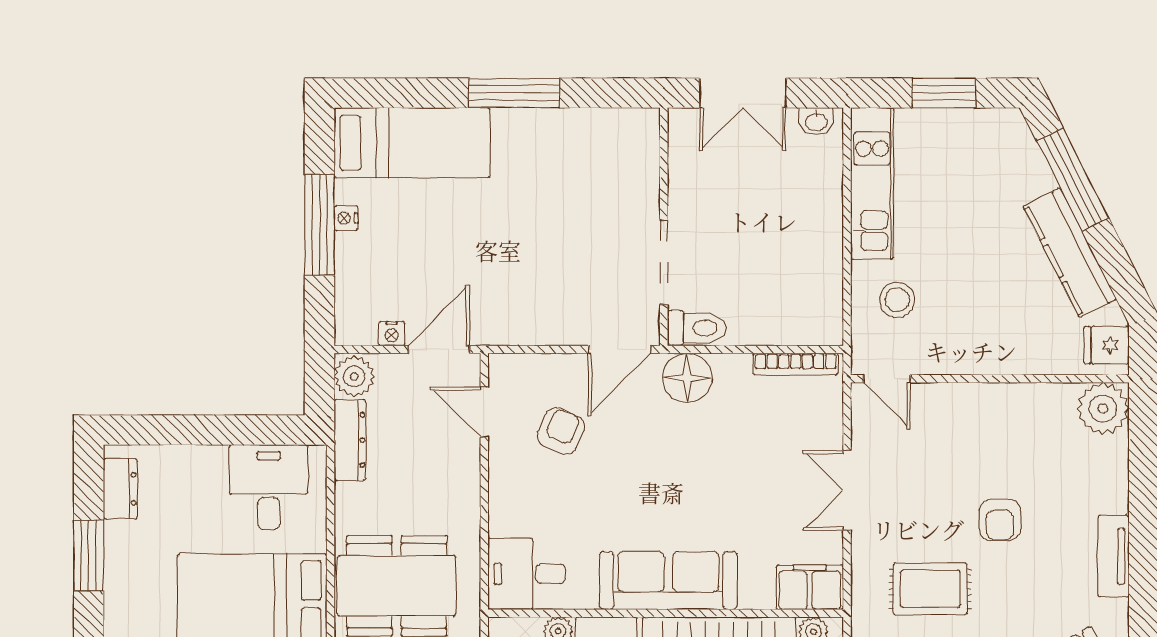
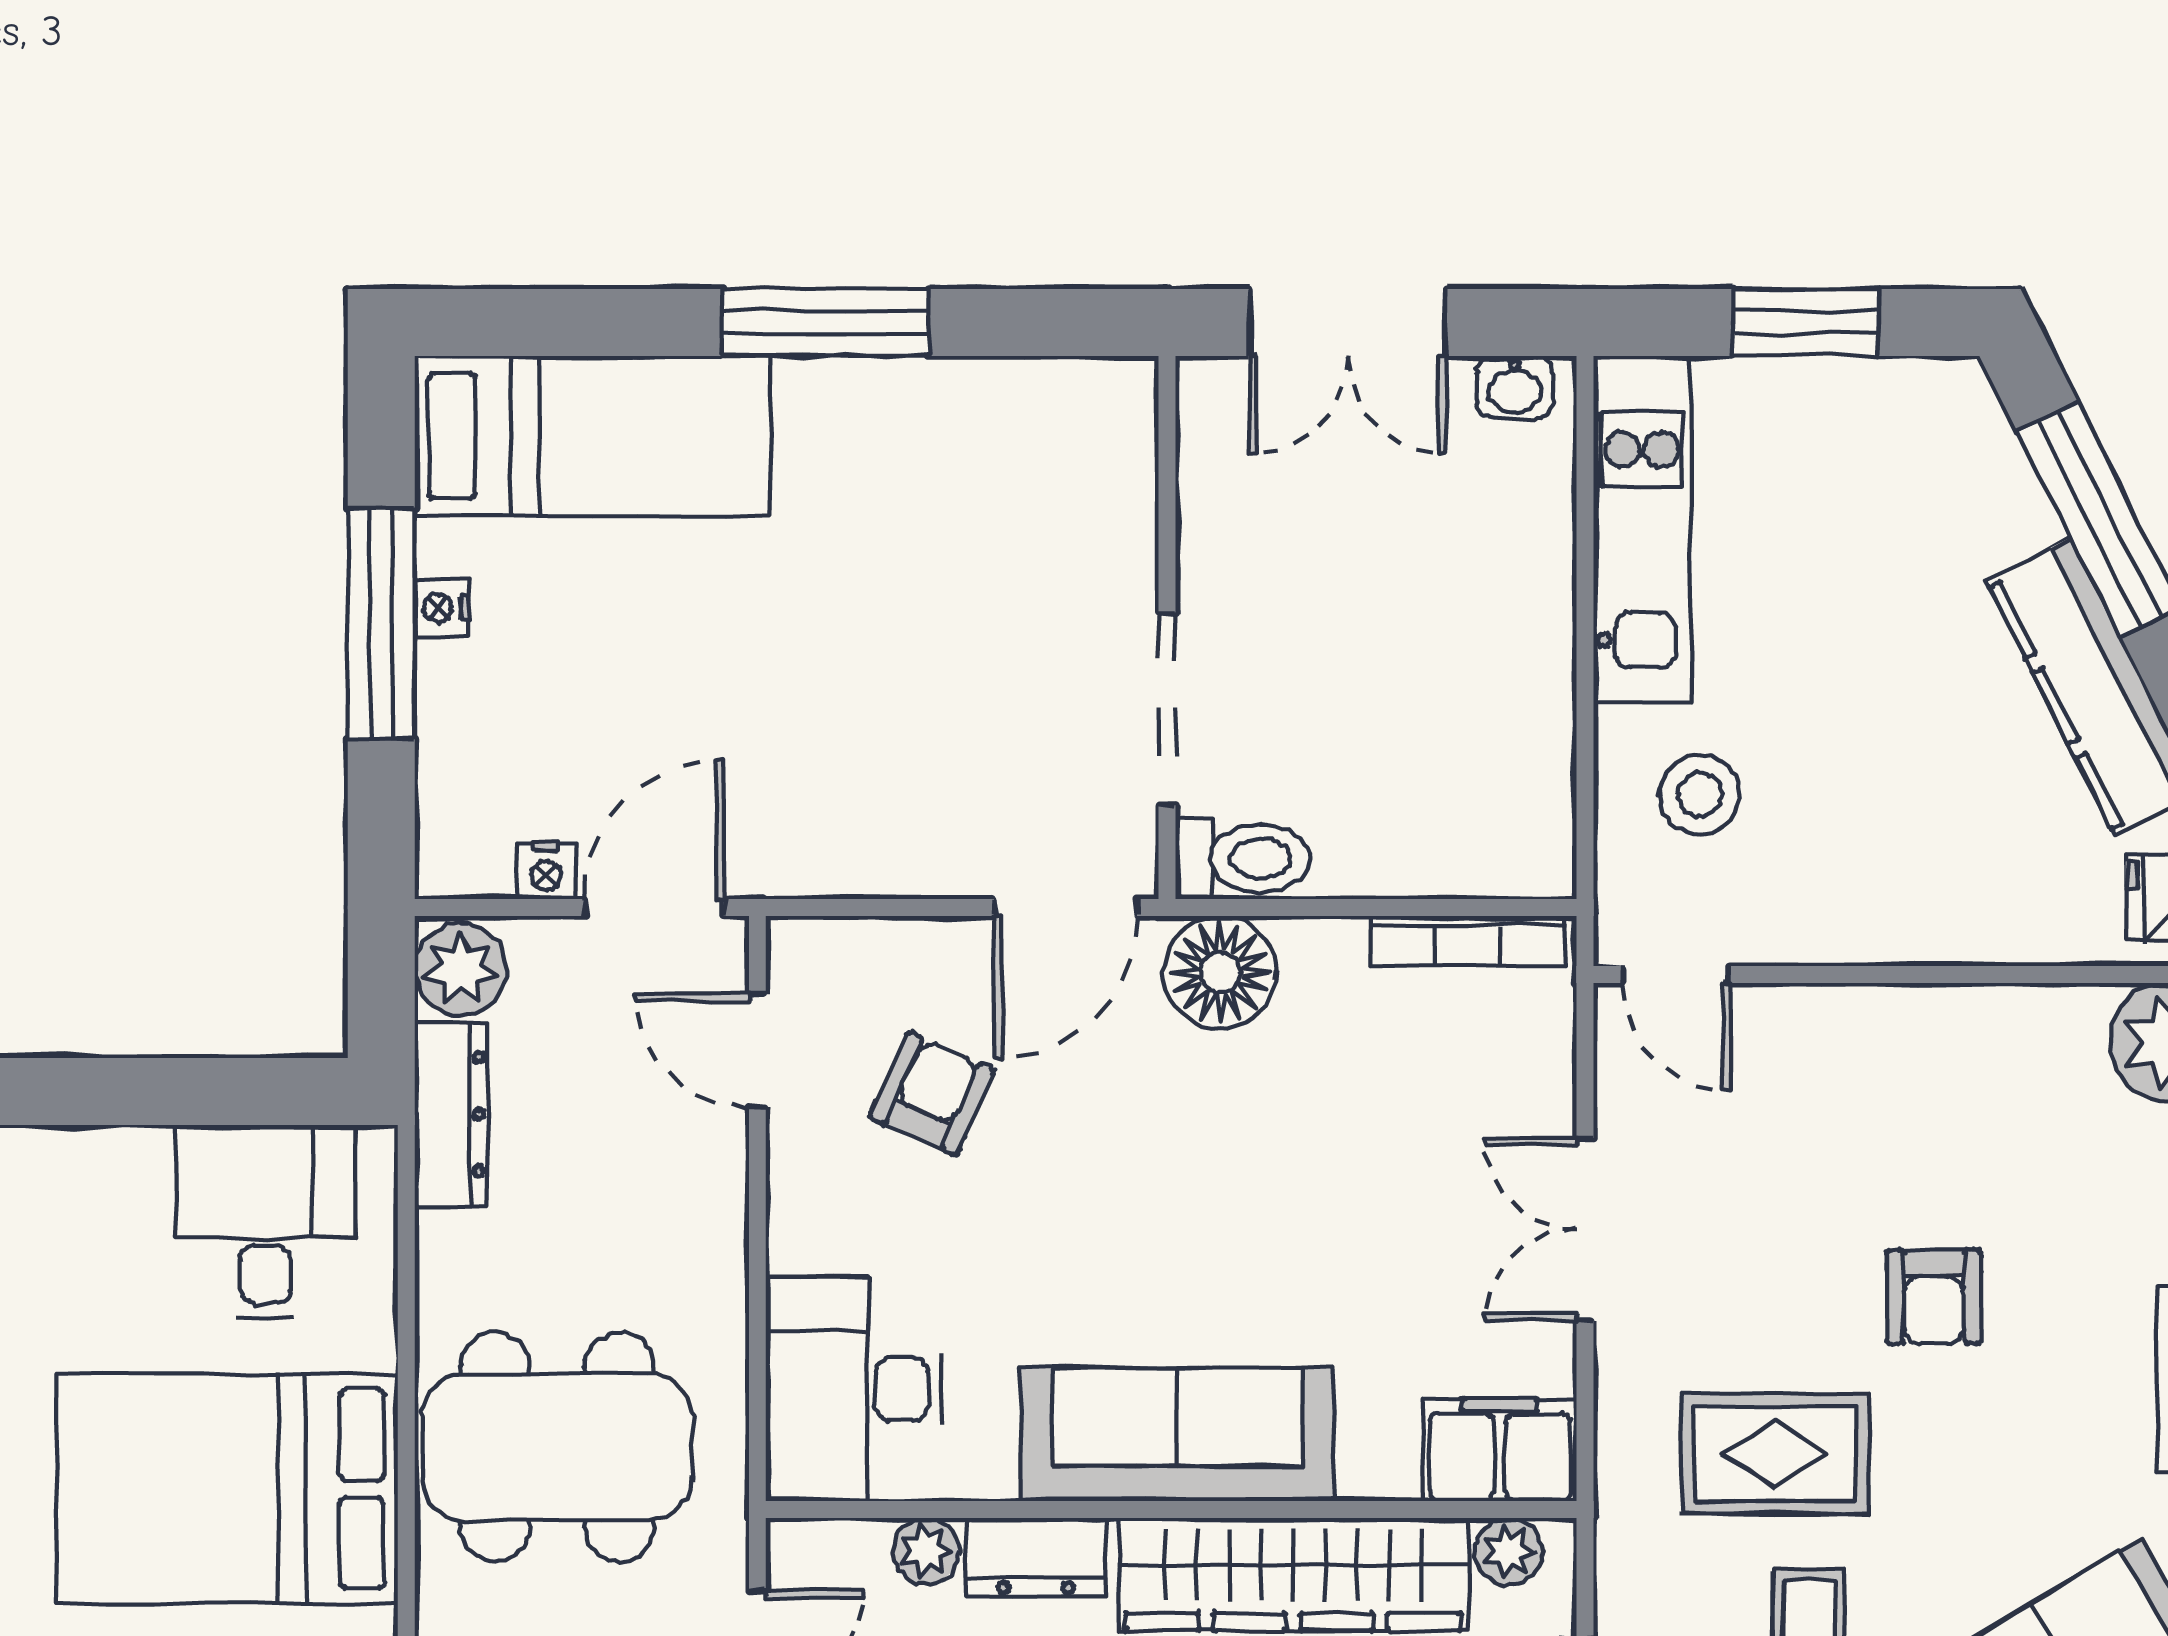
desk: (526, 574) -> (854, 1389), width x1.37

